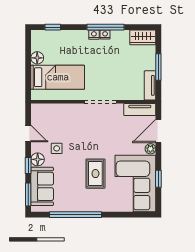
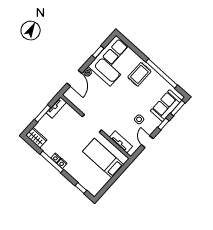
floor lamp: (37, 58) -> (105, 179), removed
tv unit: (140, 109) -> (121, 142), moved
door: (158, 131) -> (74, 78), hinge flipped
floor lamp: (38, 159) -> (155, 123), removed
rug: (95, 174) -> (139, 74), moved

